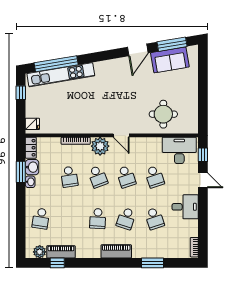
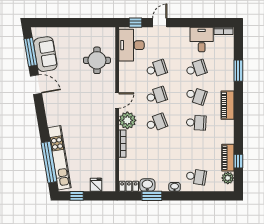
fridge: (32, 124) -> (96, 185), moved
school desk: (69, 177) -> (156, 150), removed
washbasin: (30, 182) -> (175, 187), moved
desk: (185, 207) -> (202, 40), moved

